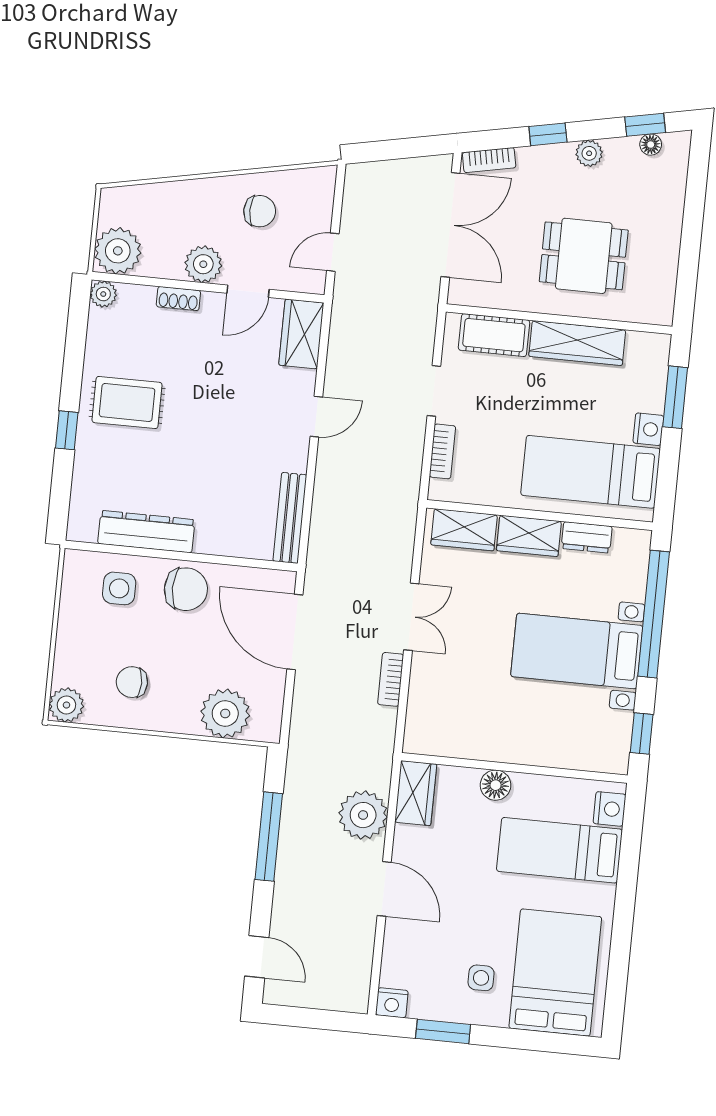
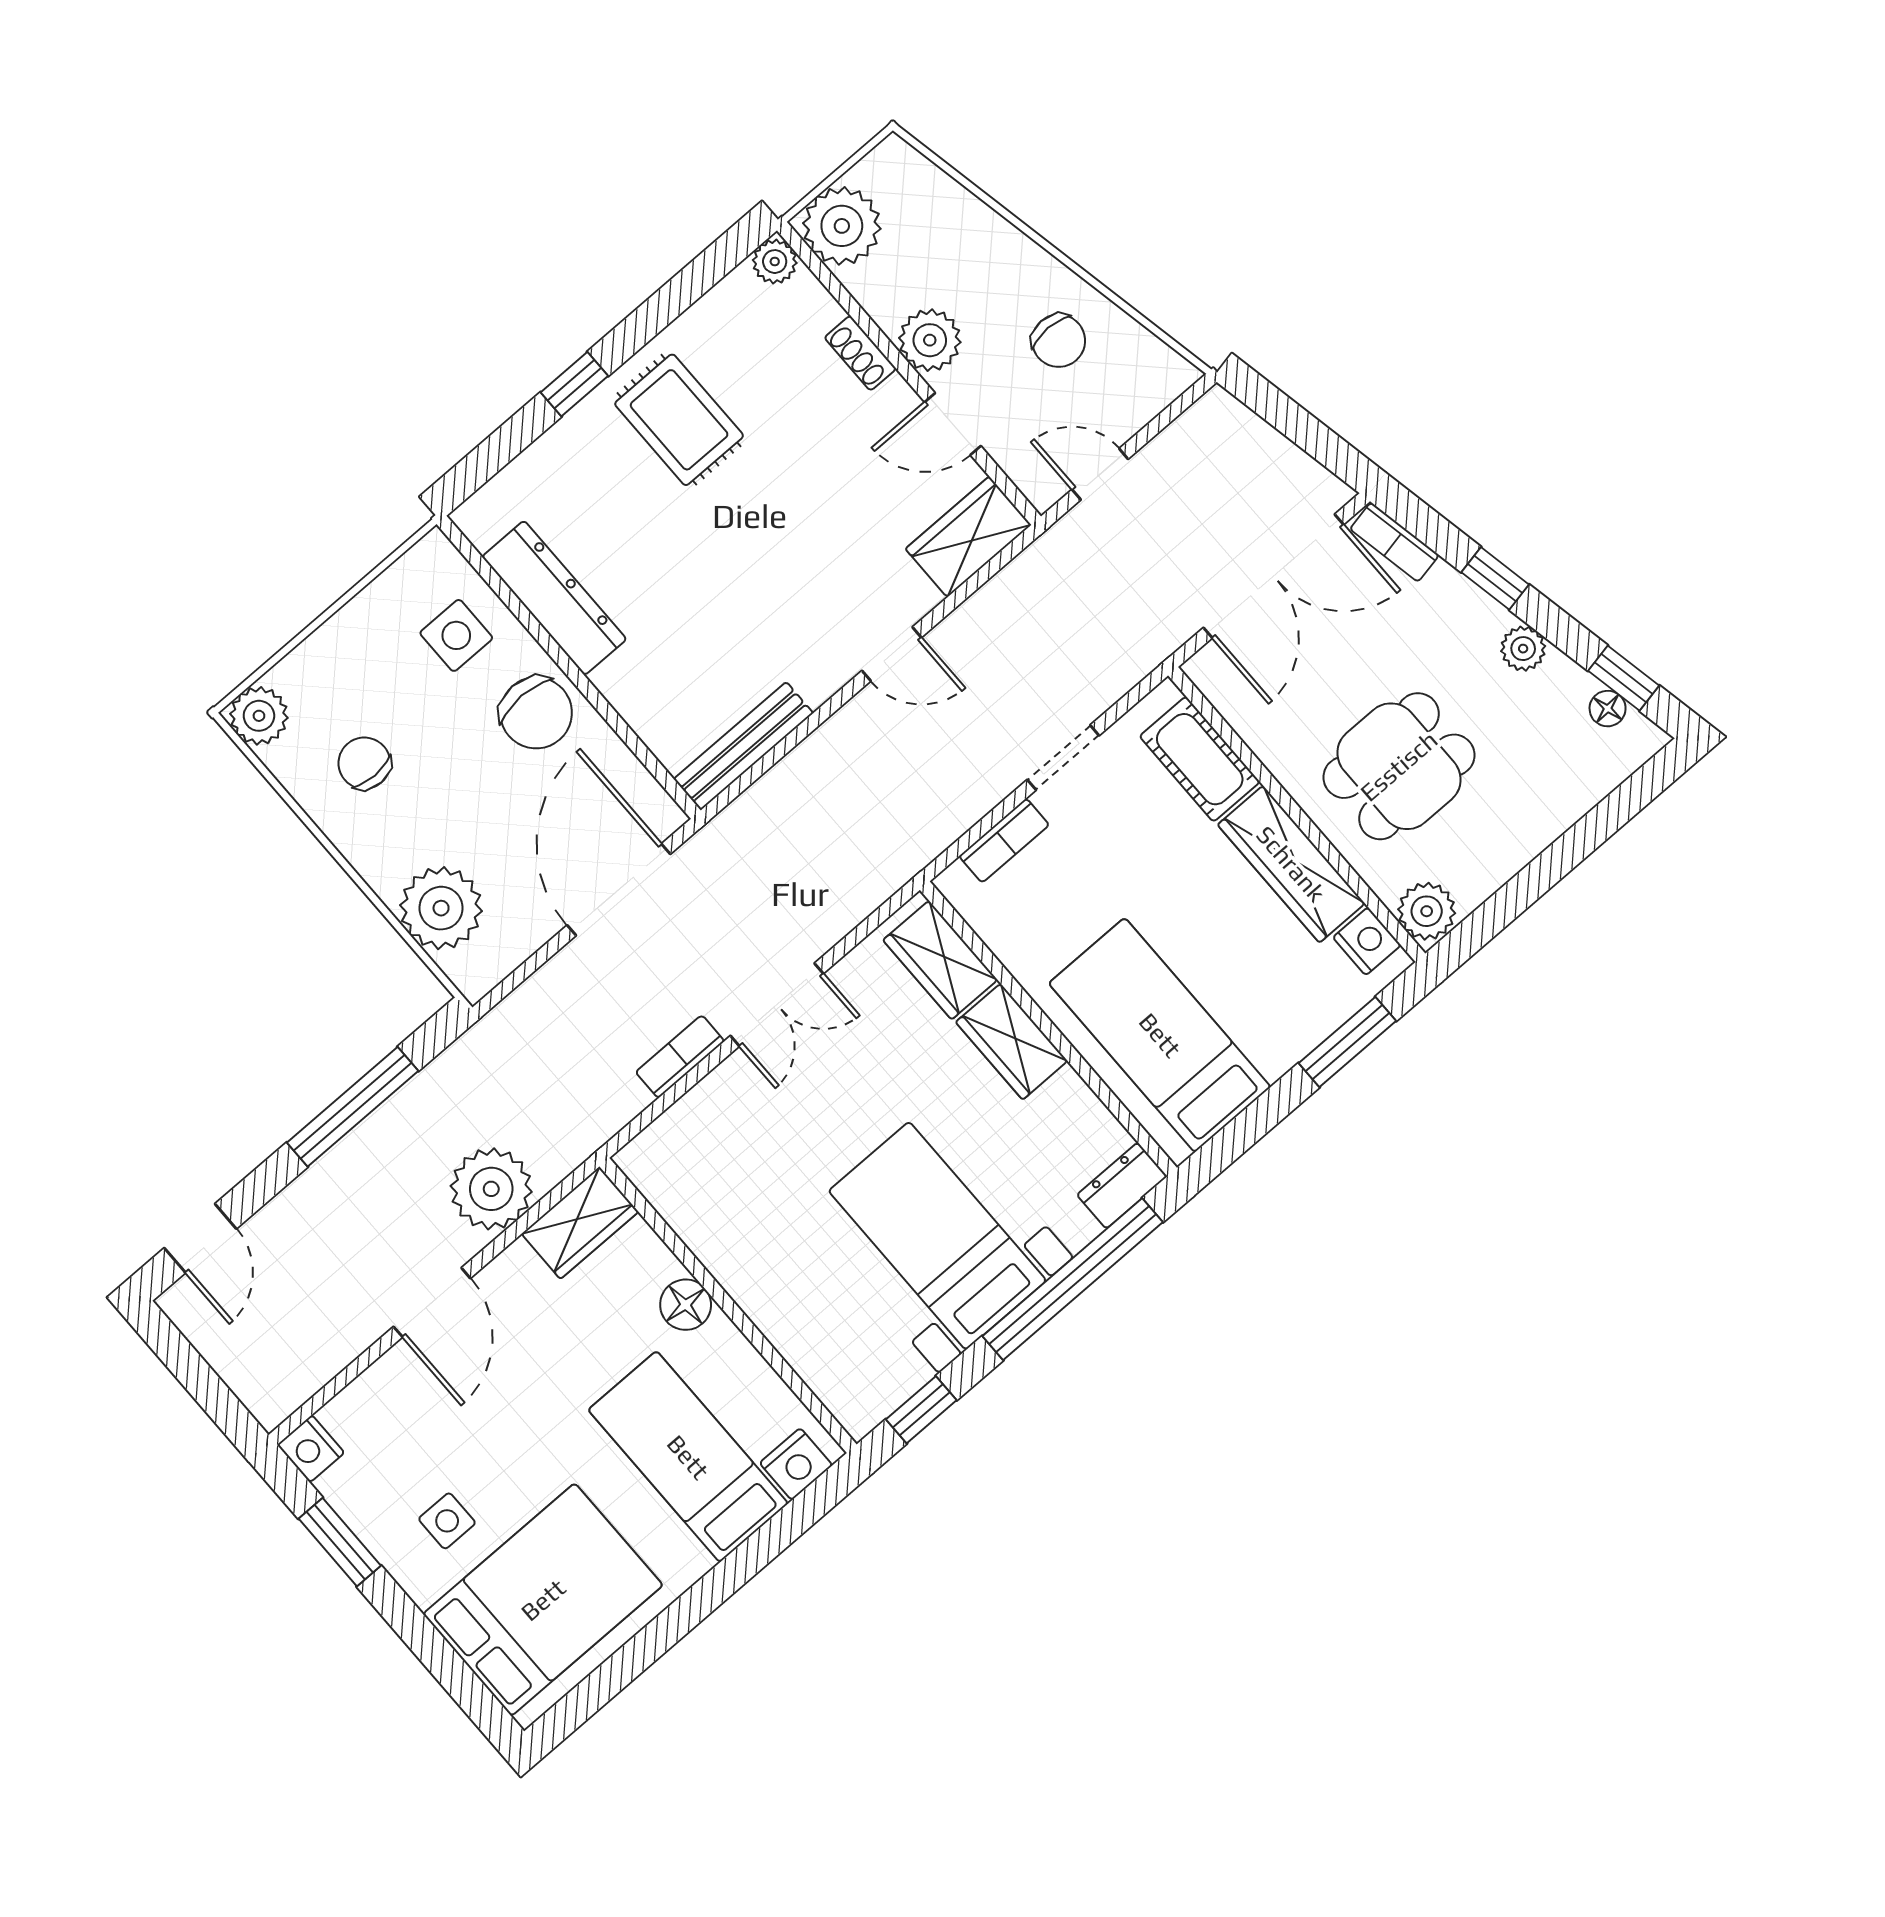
dining table: (584, 256) -> (1399, 766), turned 90
plant: (656, 308) -> (1427, 911), added
nightstand: (648, 429) -> (1367, 941), moved, turned -90
dresser: (587, 537) -> (1122, 1186), moved, turned 90

